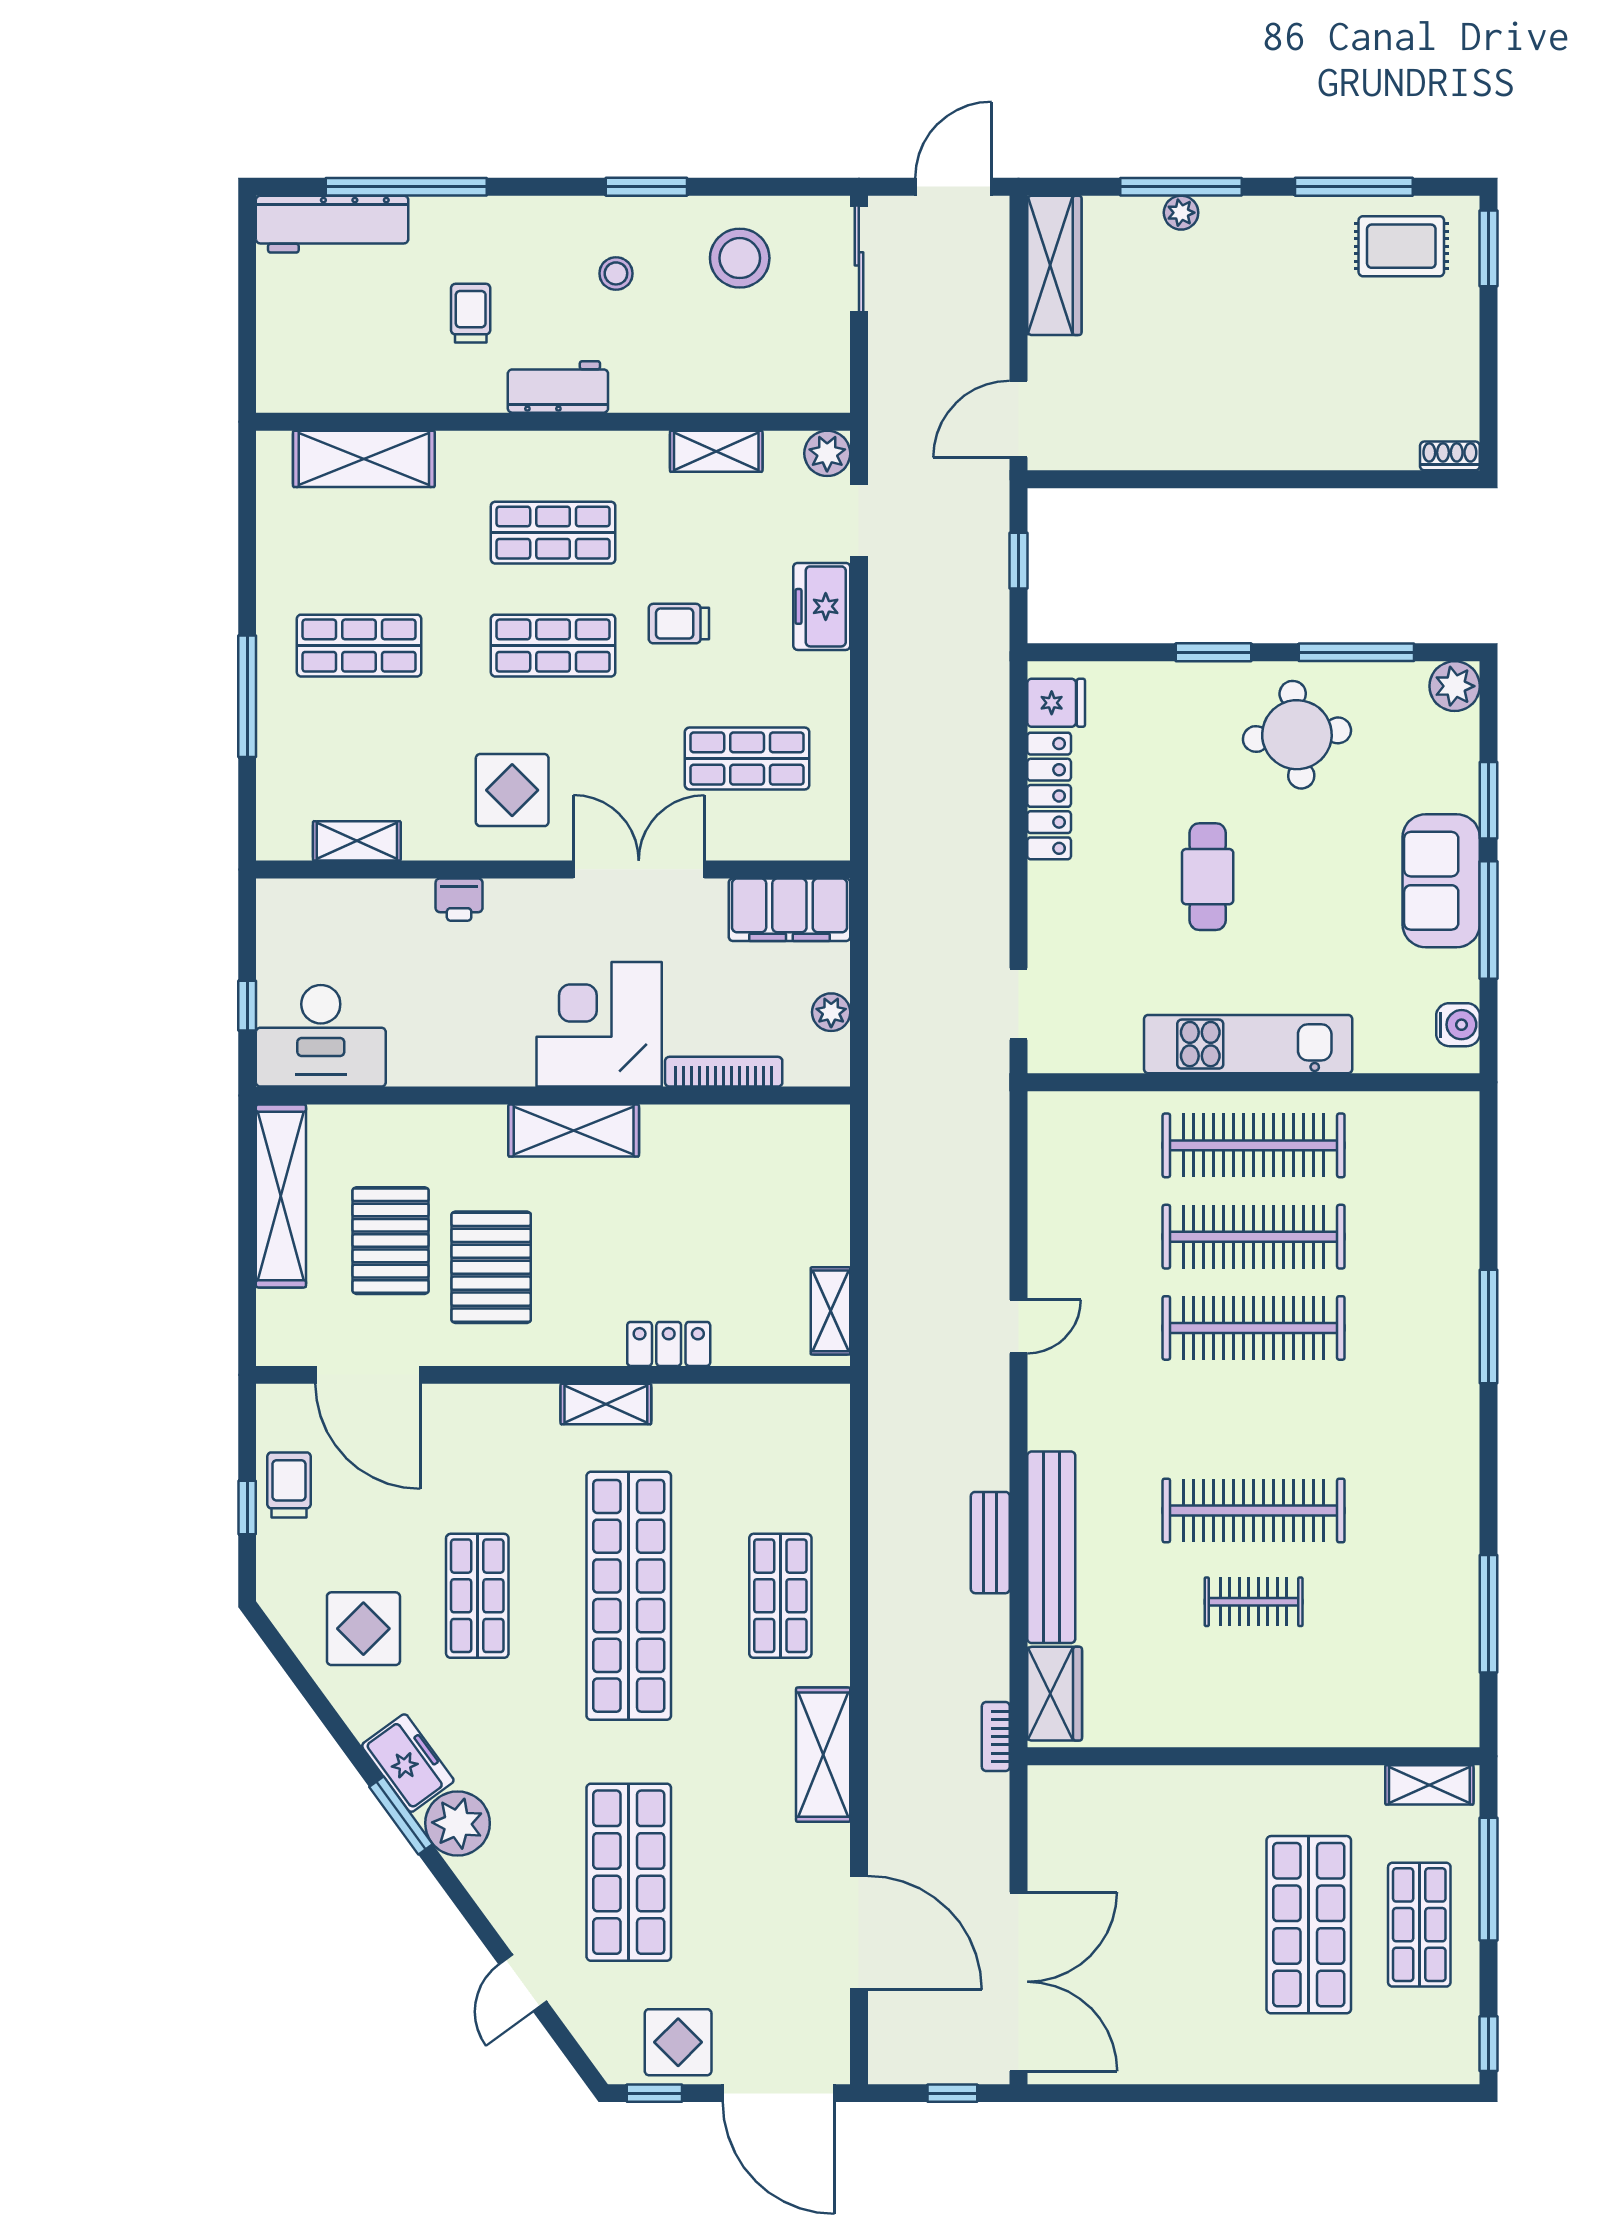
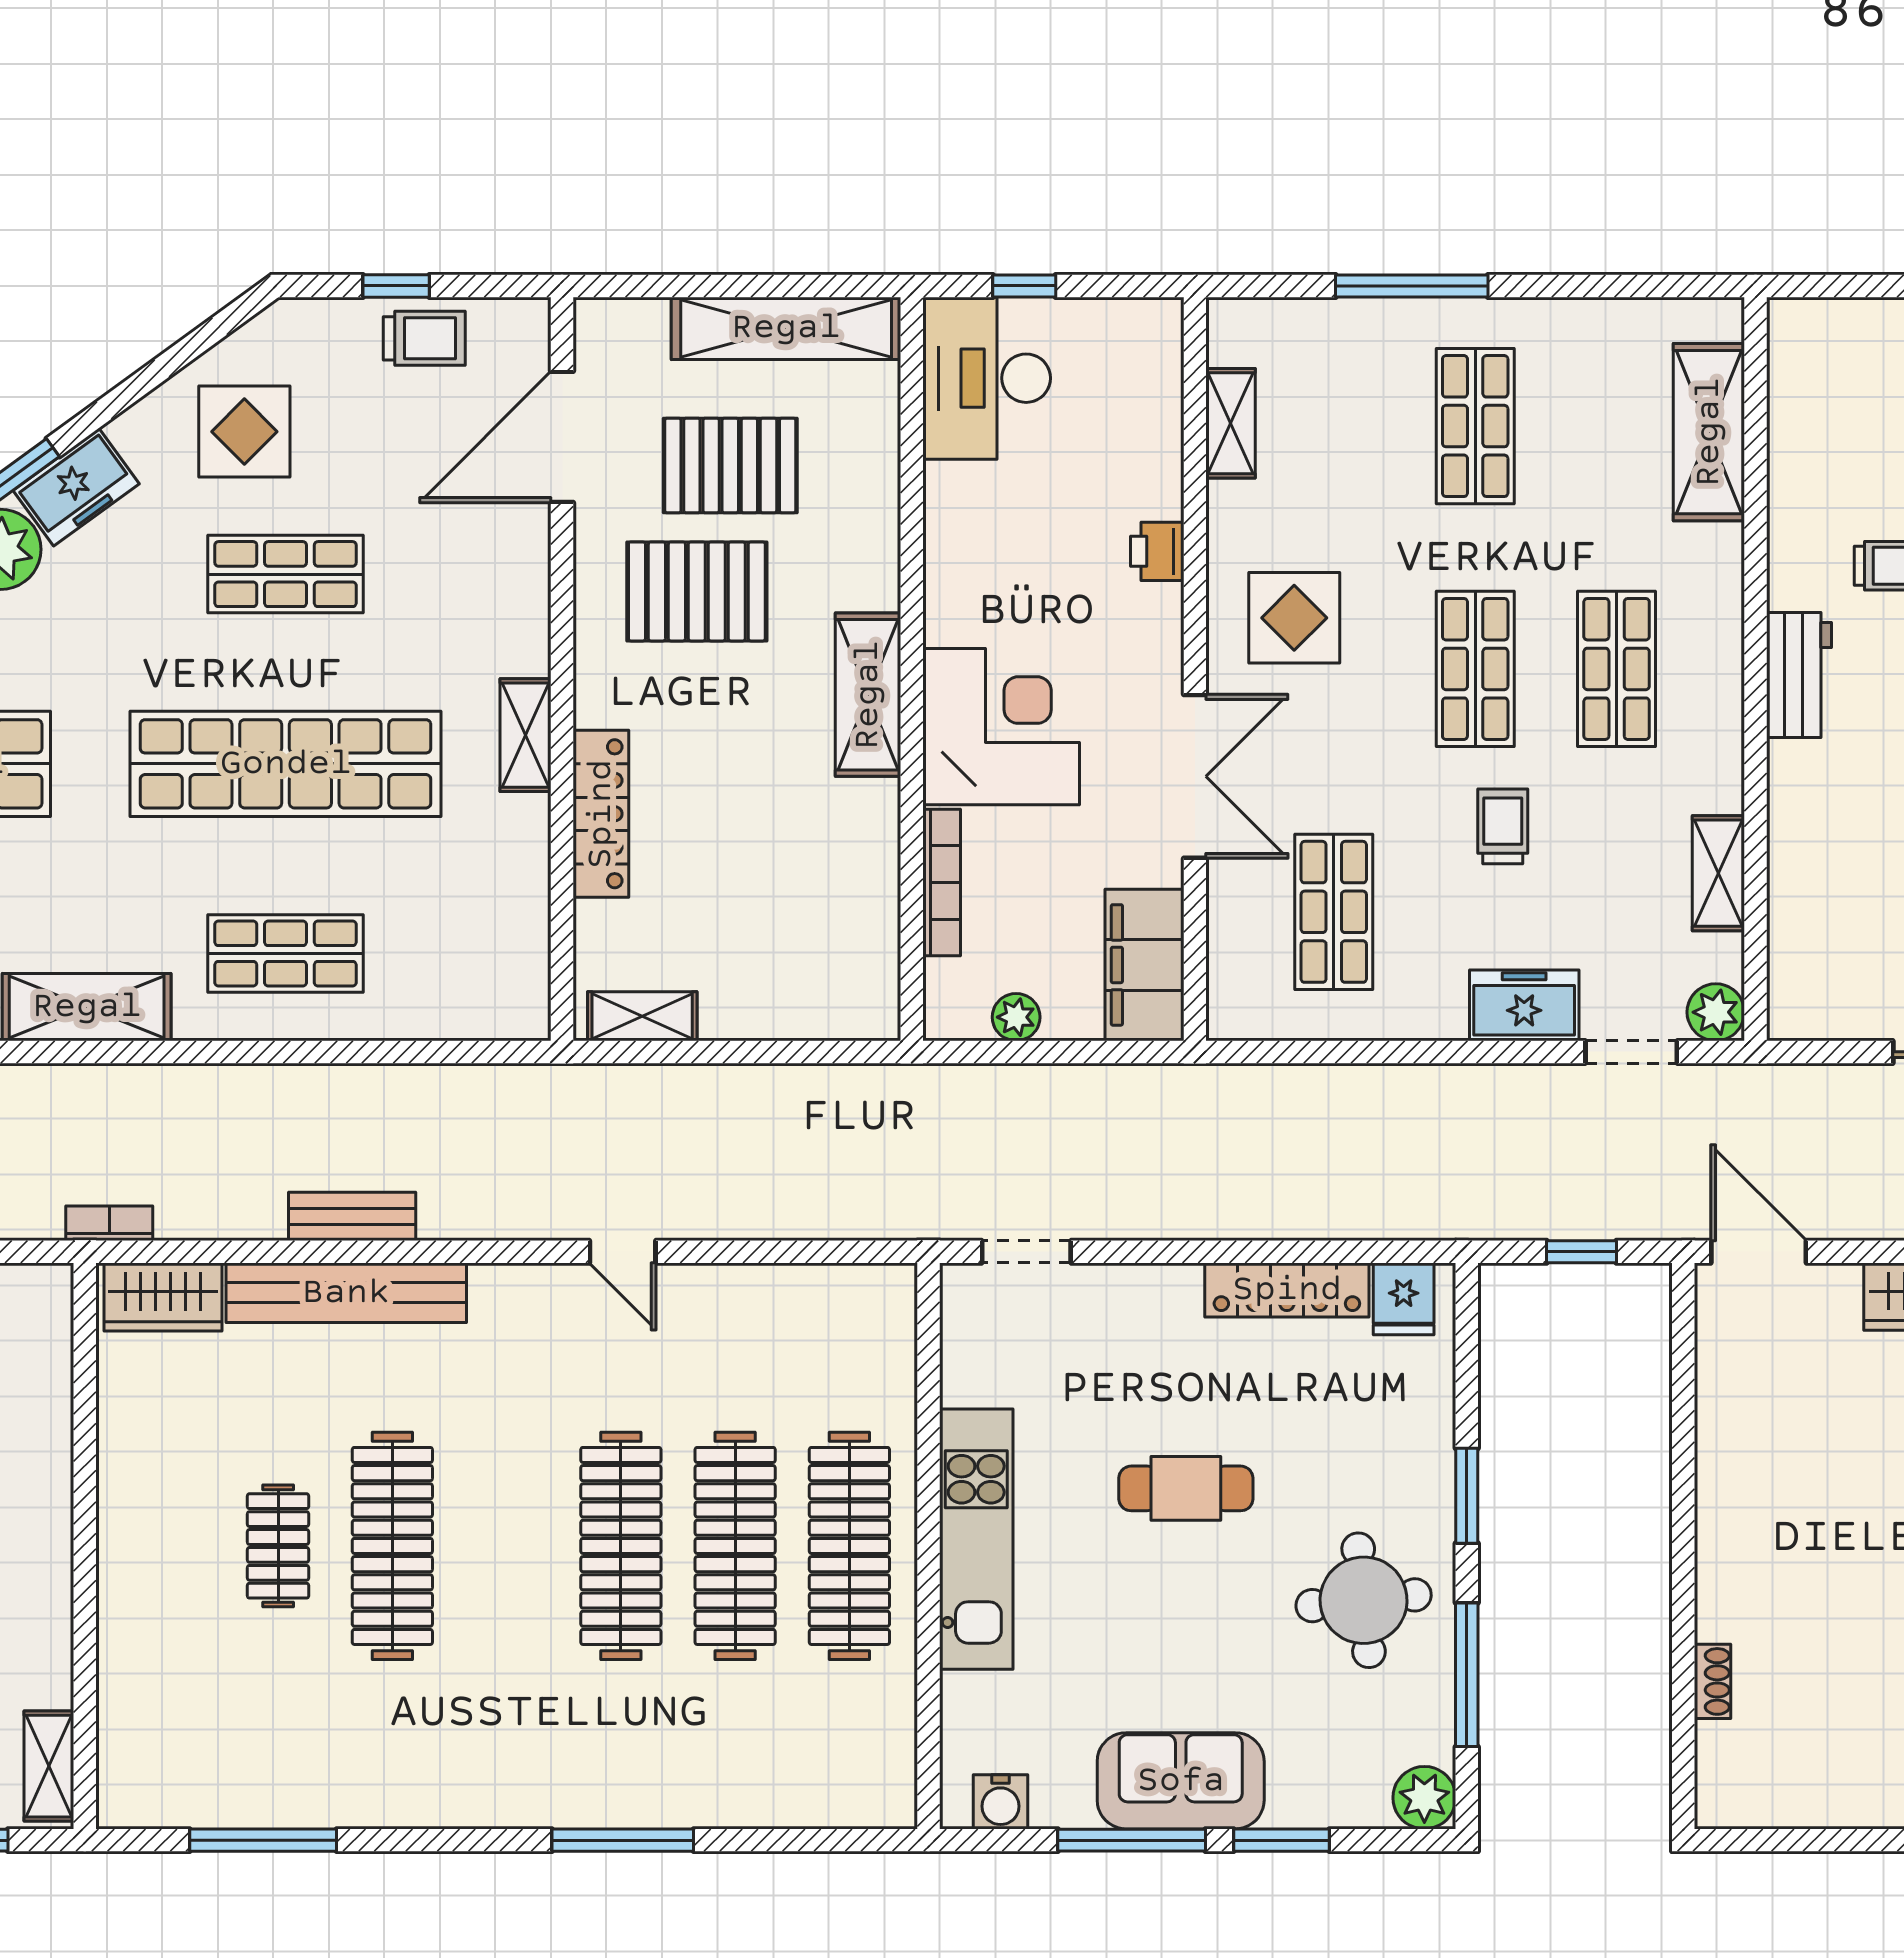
shoe rack: (1450, 456) -> (1713, 1681), moved
locker: (669, 1344) -> (601, 814), width x1.53

